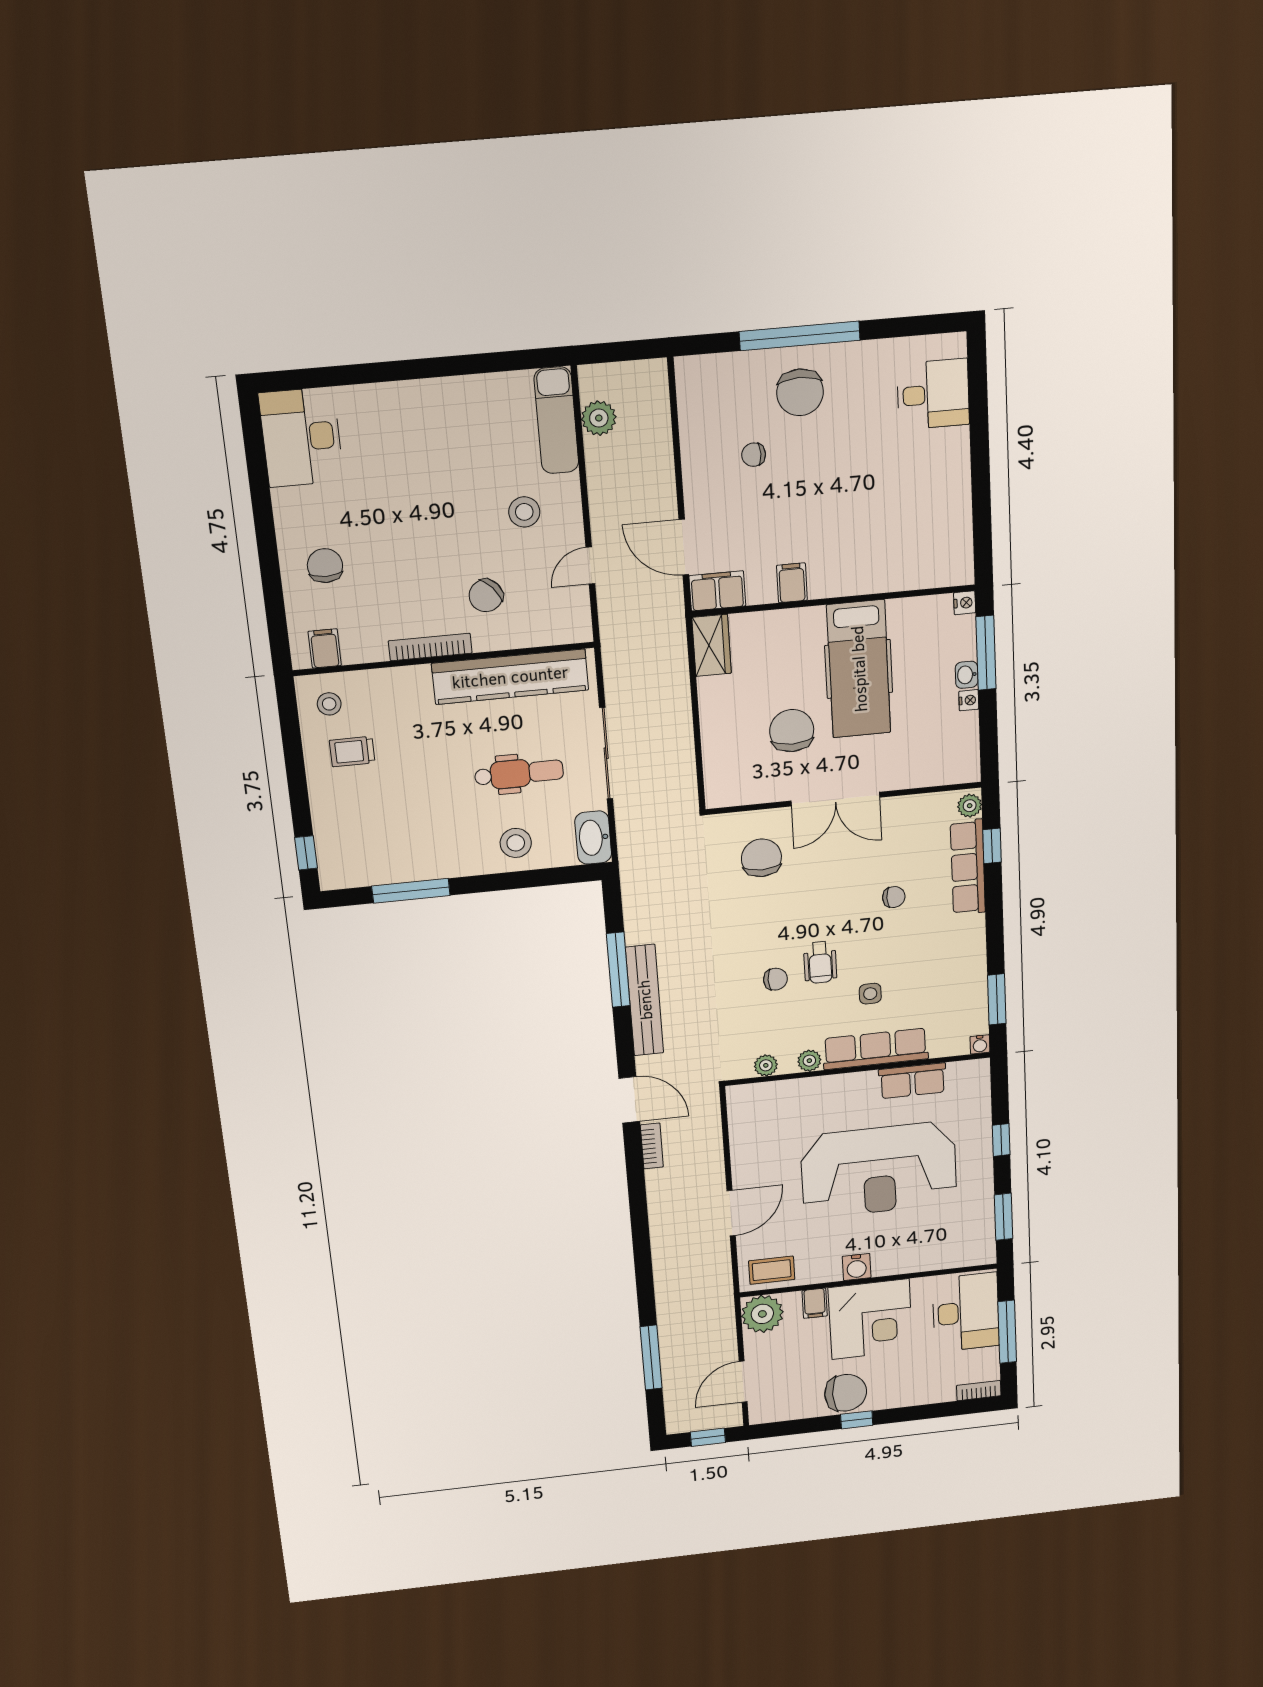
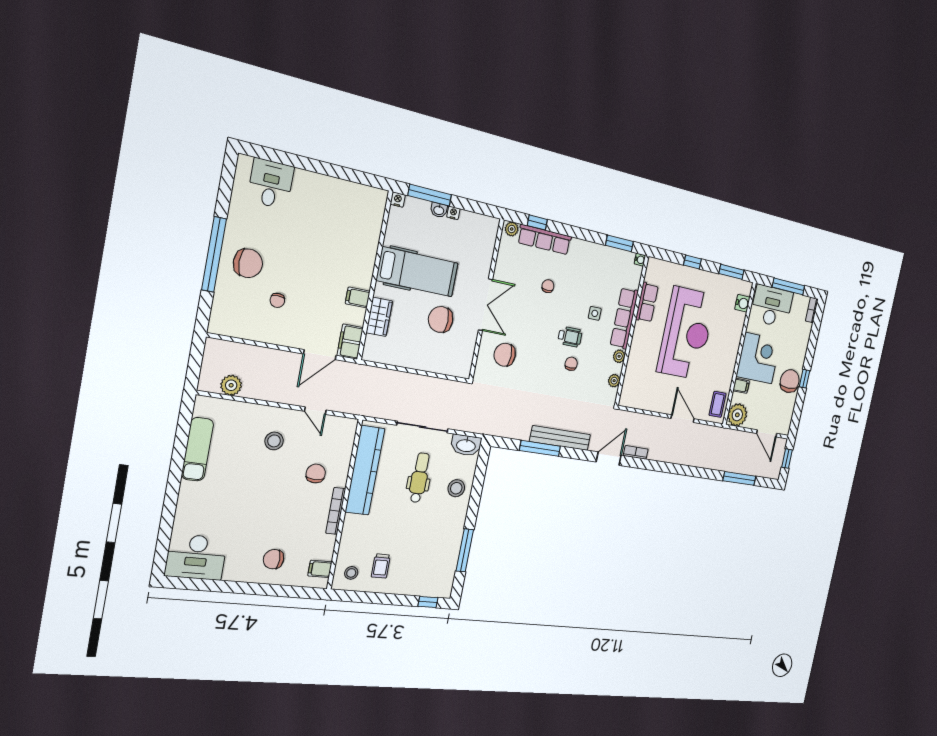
exam couch: (556, 420) -> (198, 449), moved, turned -90
chair: (486, 596) -> (316, 474), turned -139
wardrobe: (712, 645) -> (379, 317), moved, turned 90
water cooler: (857, 1267) -> (742, 303), moved

